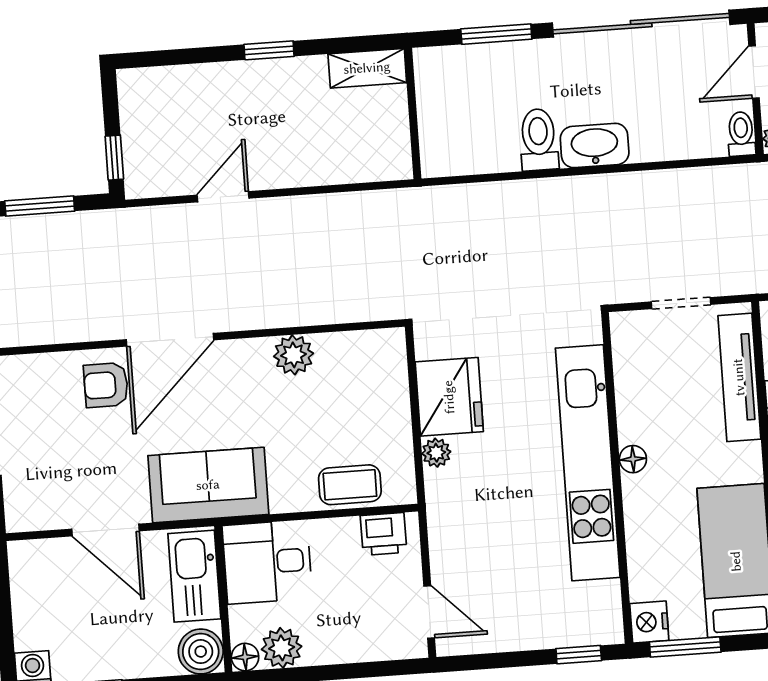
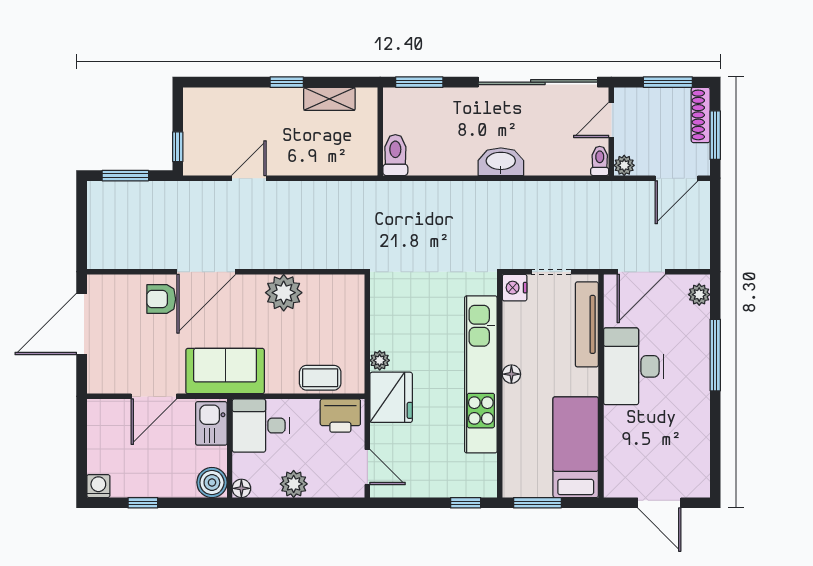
window: (496, 34) -> (419, 82), moved
shelving: (367, 68) -> (329, 99), moved
toilet: (539, 140) -> (395, 155), moved
plant: (294, 355) -> (284, 293), width x1.36, depth x1.36
fridge: (449, 397) -> (391, 397), moved
door: (106, 530) -> (154, 396), hinge flipped
printer: (384, 534) -> (340, 416), width x1.36, depth x1.24
kitchen sink: (194, 576) -> (211, 423), width x0.73
nightstand: (649, 622) -> (515, 288), moved
plant: (282, 648) -> (294, 484), moved

